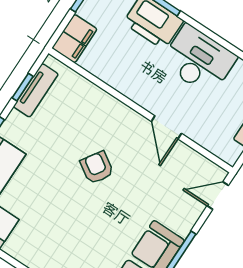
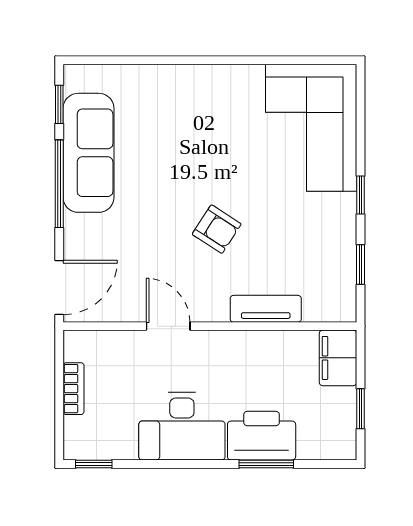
tv unit: (36, 90) -> (266, 309), moved, turned 90
door: (218, 196) -> (59, 287), width x1.38

